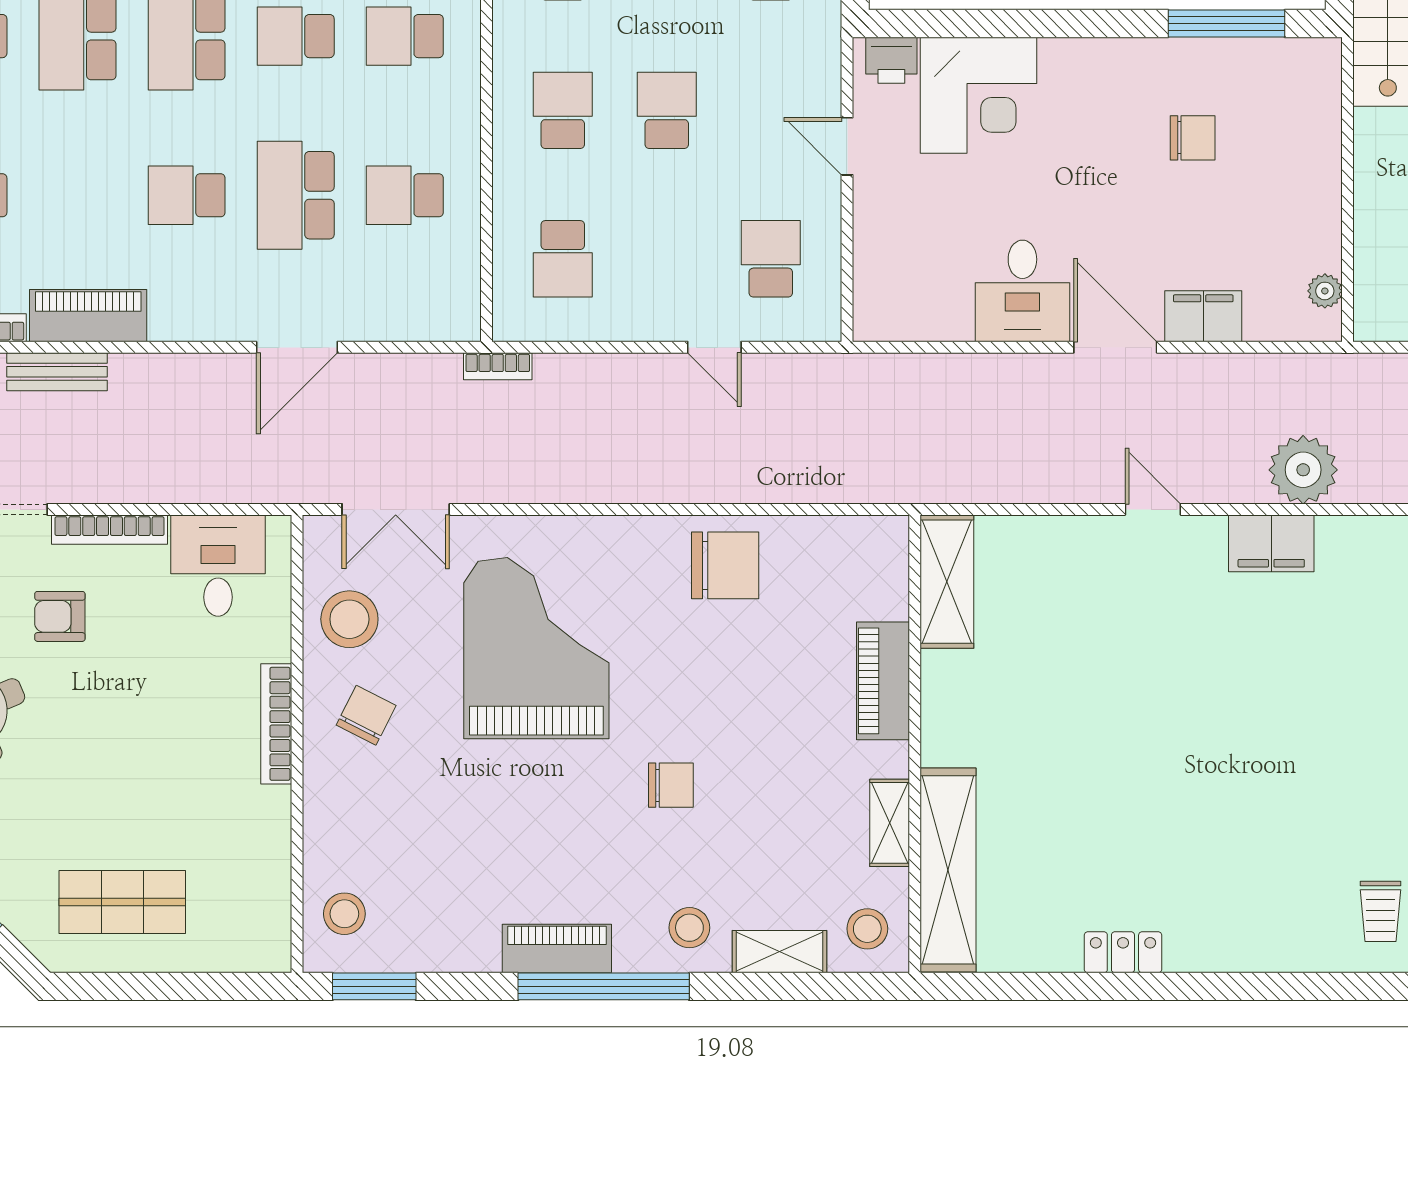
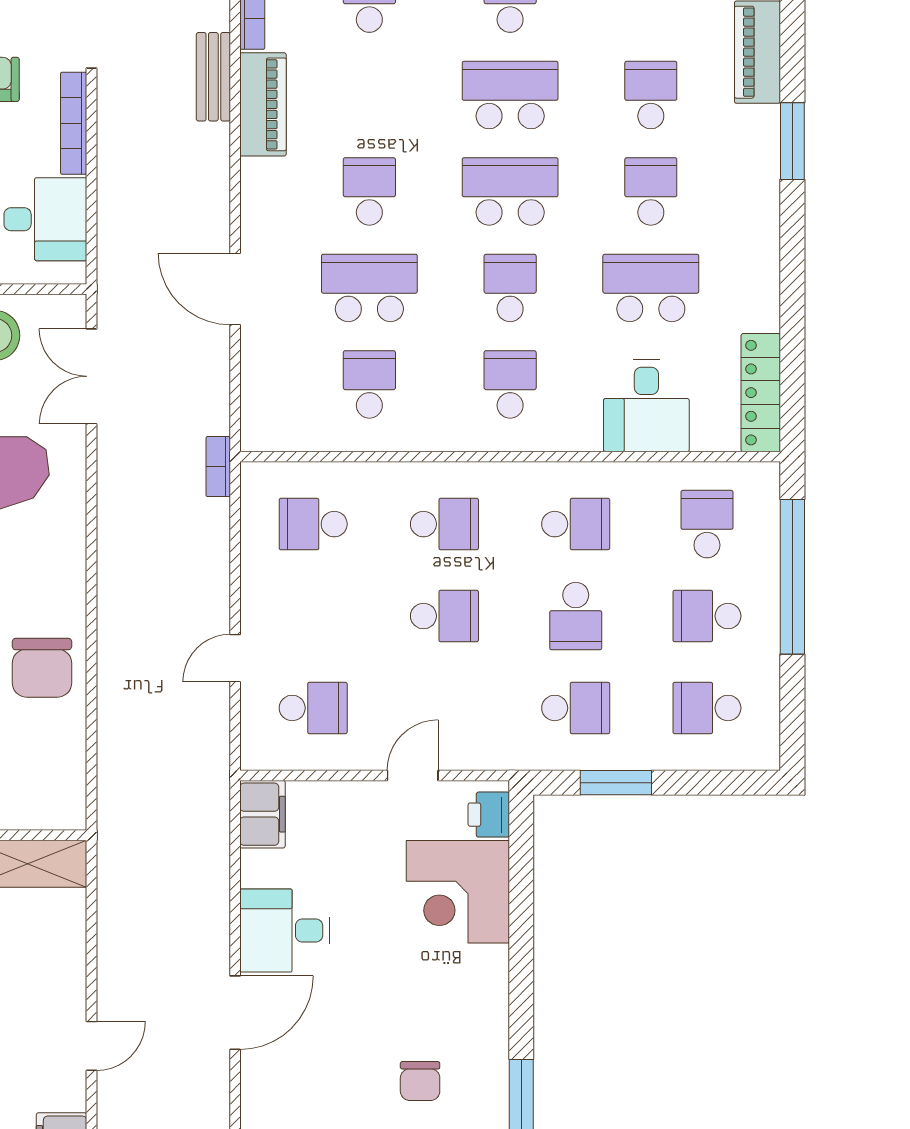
filing cabinet: (1203, 316) -> (262, 814), moved

